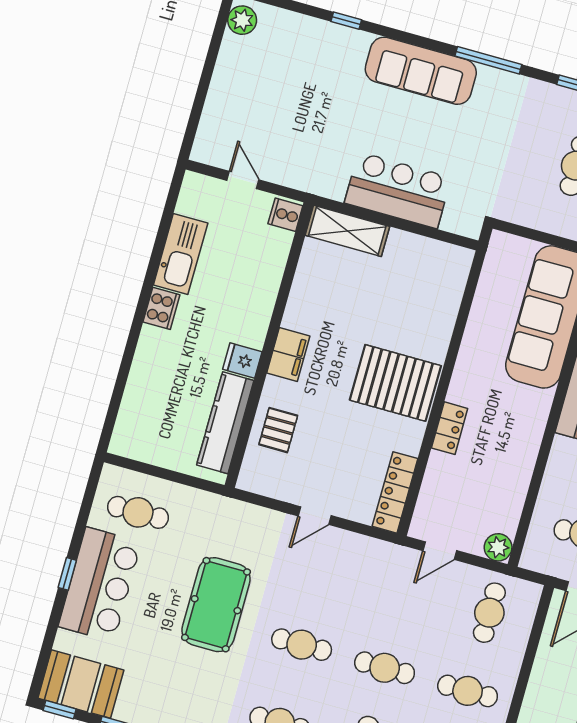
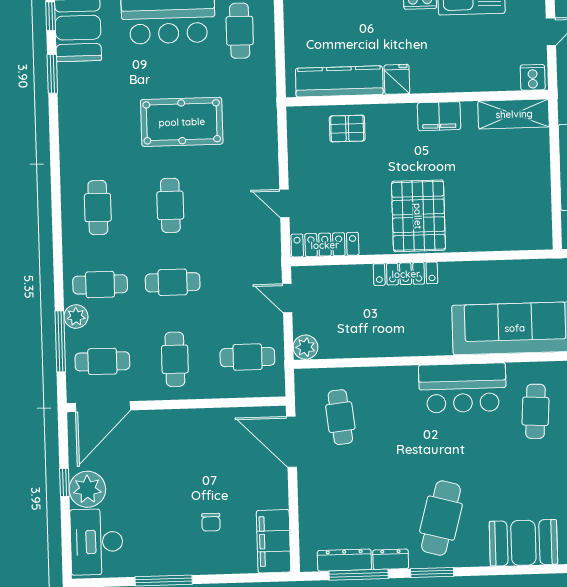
shelving: (347, 231) -> (514, 114), moved, turned 90
filing cabinet: (288, 354) -> (439, 116), moved
locker: (450, 428) -> (406, 274), width x1.53
door: (315, 516) -> (284, 203), moved
cafe table: (385, 668) -> (173, 282), turned 90

